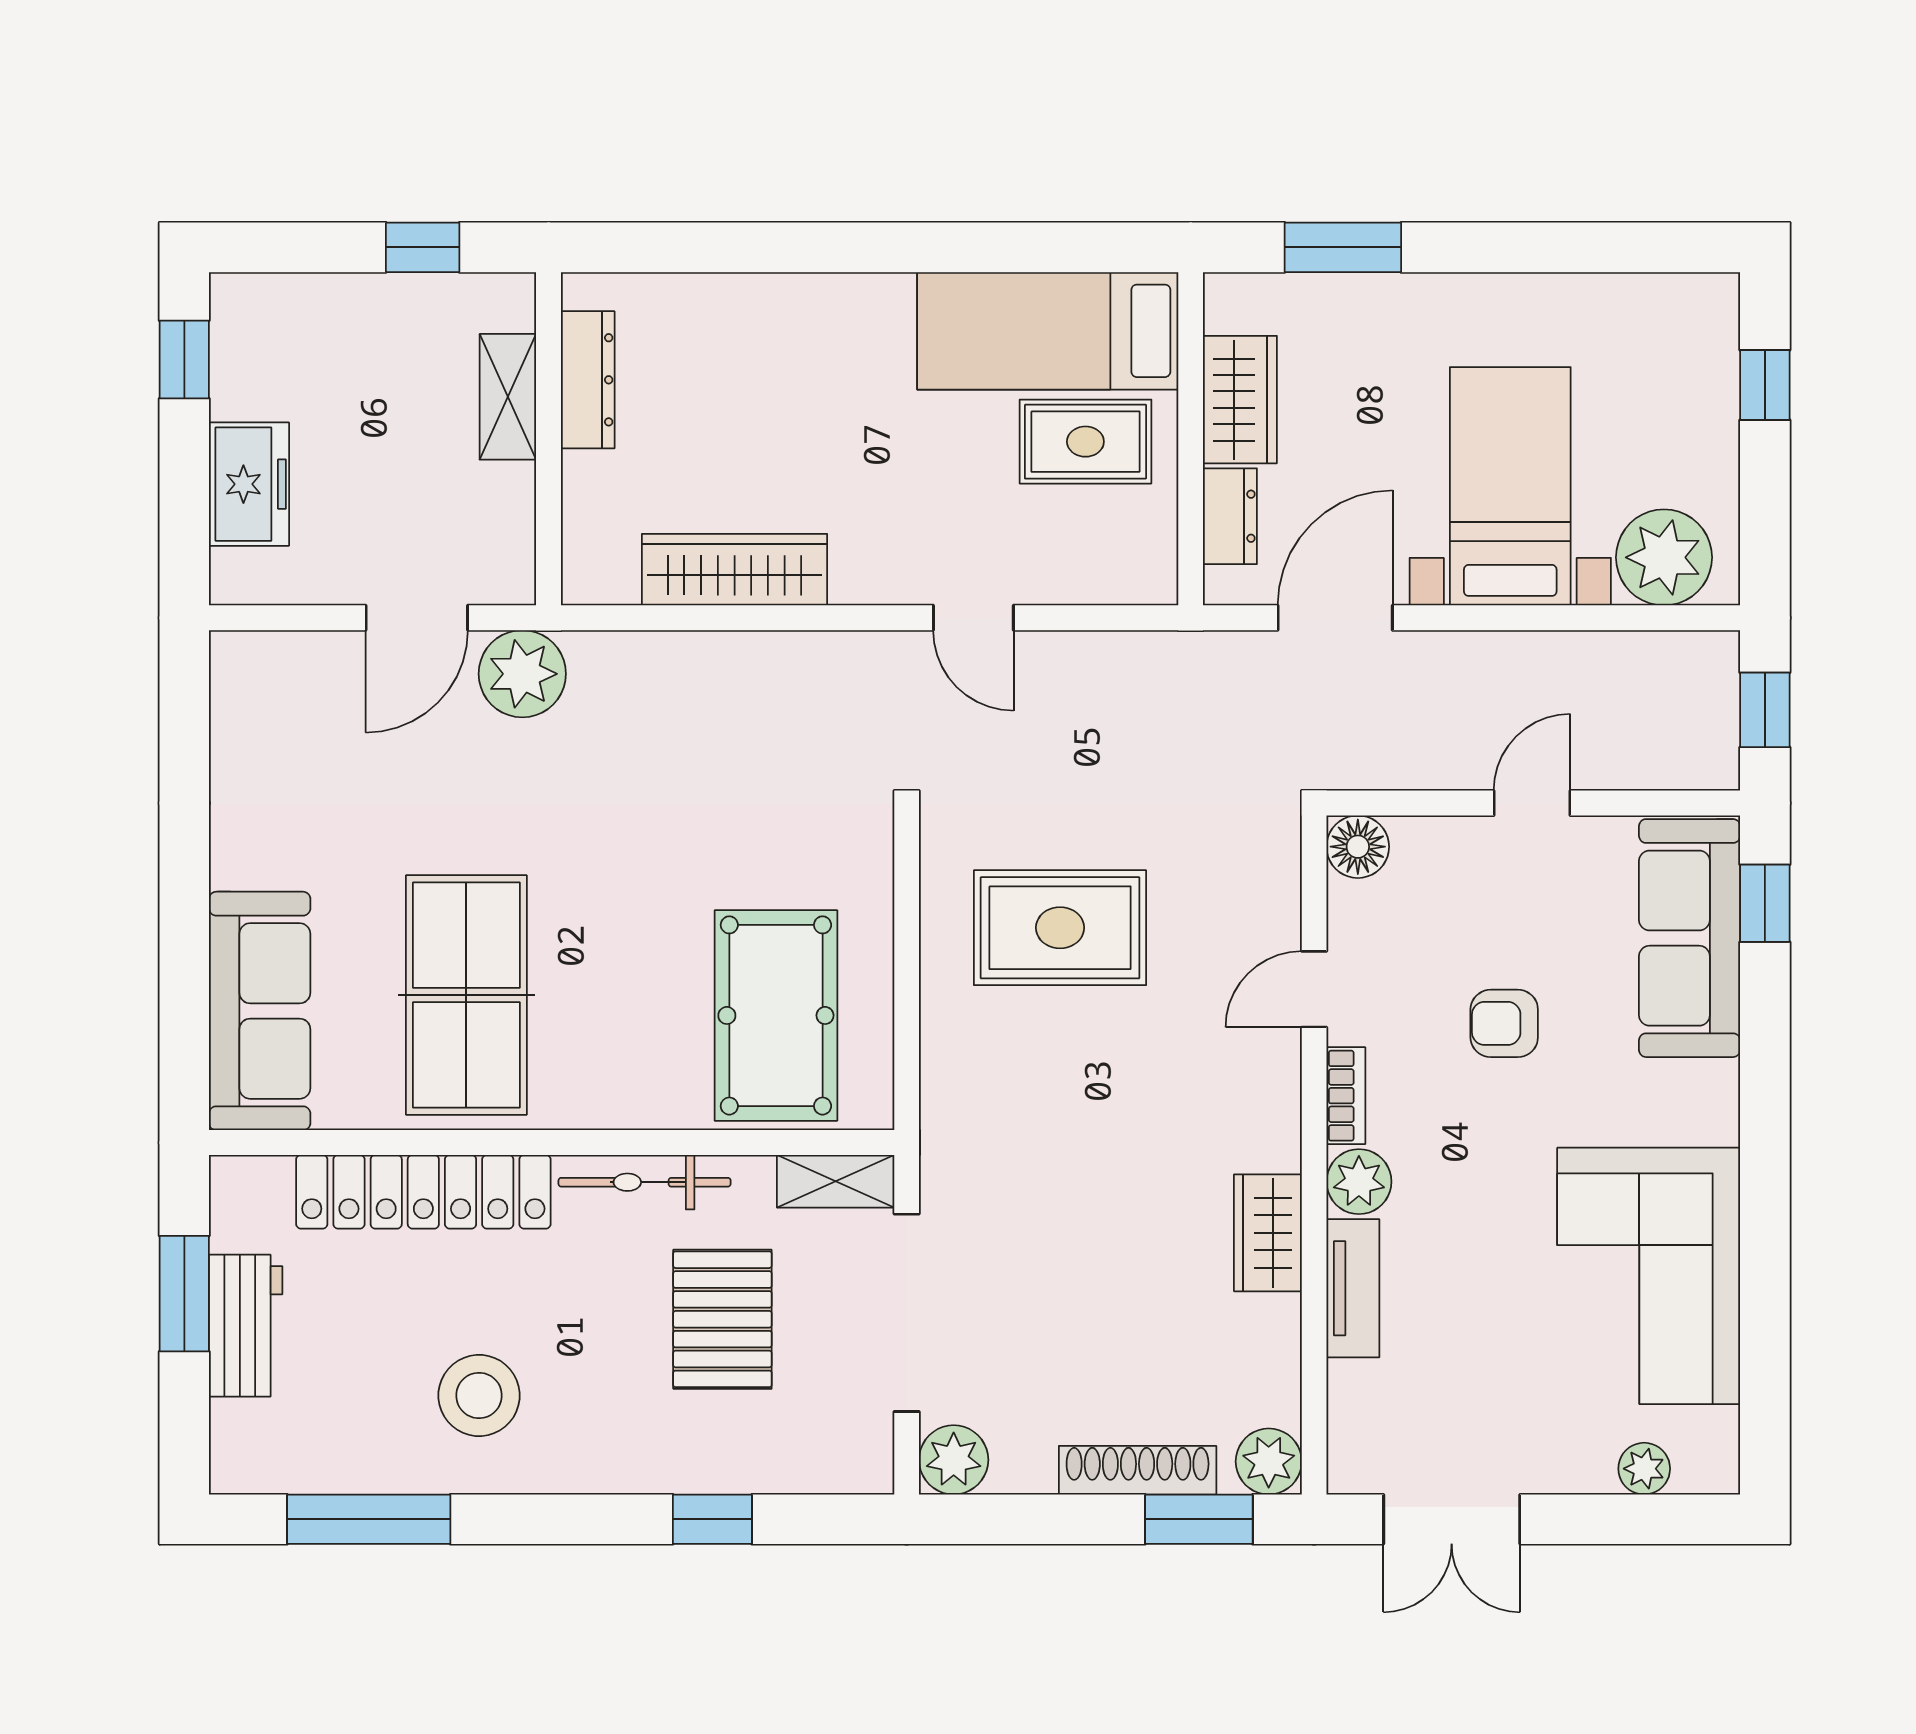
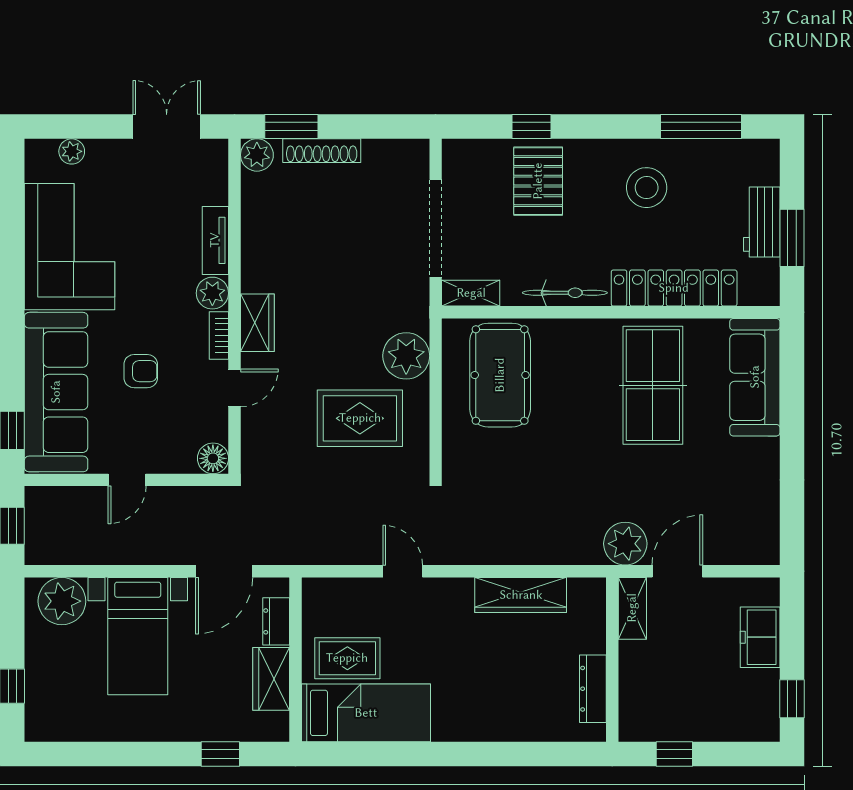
window: (1343, 247) -> (220, 754), width x0.67
shelving: (508, 397) -> (632, 608), moved
sofa: (1690, 938) -> (56, 392), width x1.36, depth x1.27
wardrobe: (1268, 1233) -> (257, 323), moved
pallet: (722, 1319) -> (538, 181), moved
plant: (954, 1460) -> (406, 356), moved, width x1.36, depth x1.36

